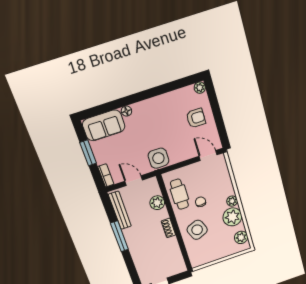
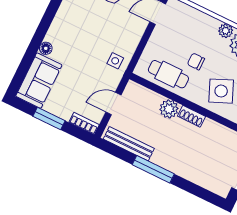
side table: (158, 158) -> (115, 61), width x0.54, depth x0.54
plant: (157, 203) -> (169, 109), moved

